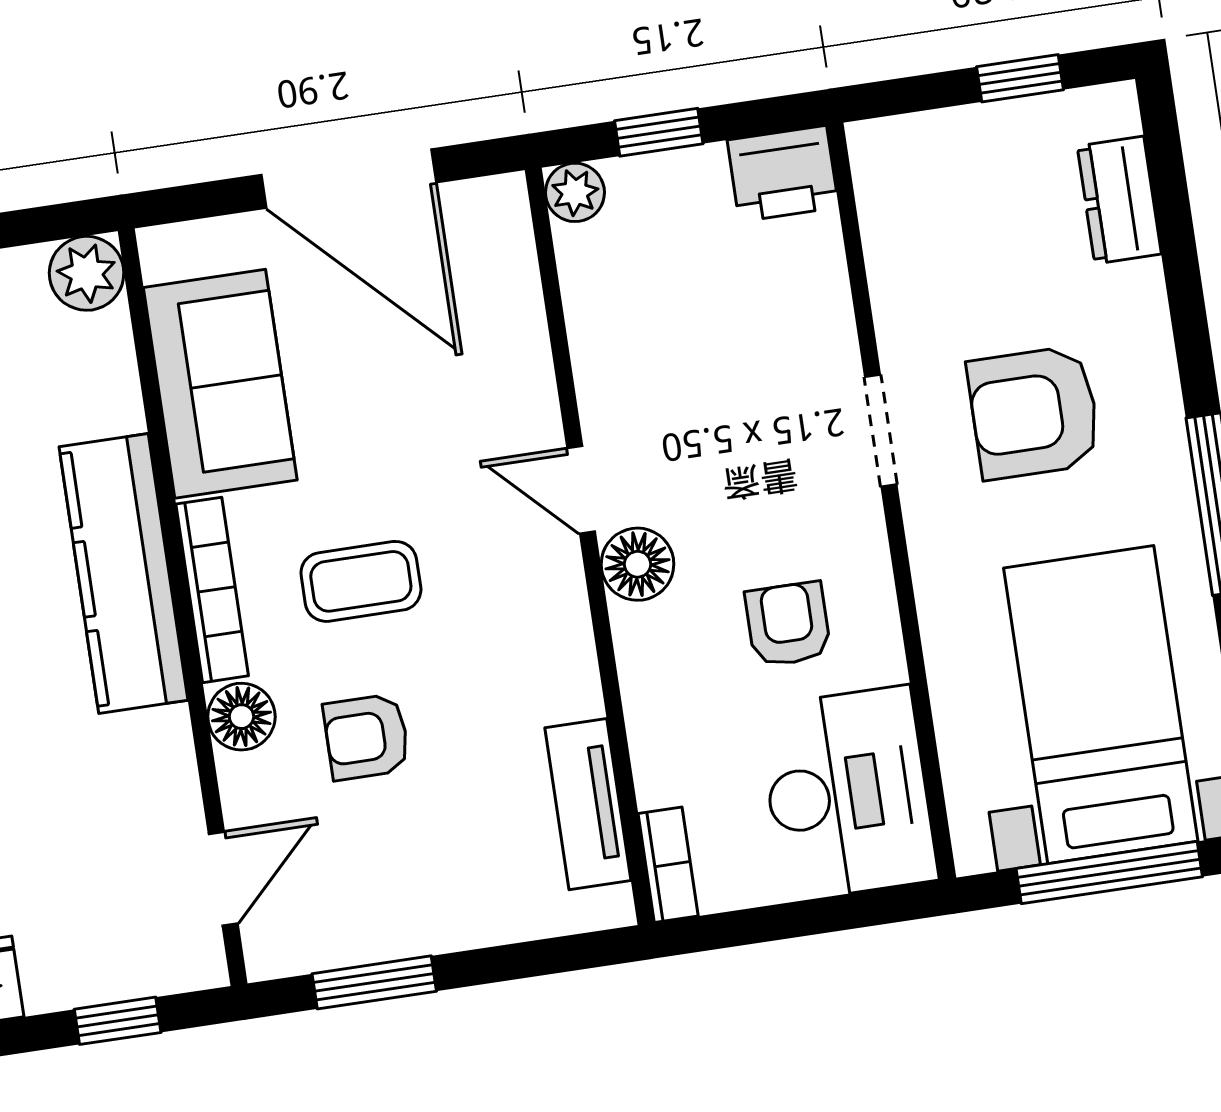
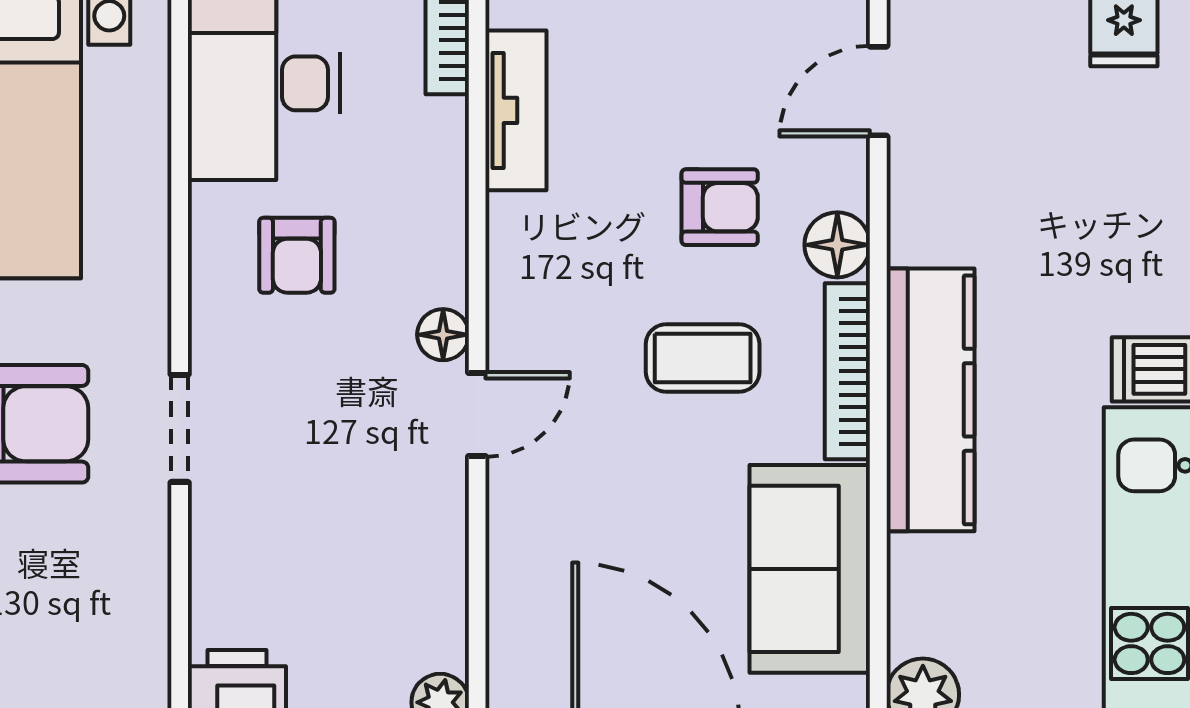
door: (581, 490) -> (477, 414), hinge flipped
floor lamp: (638, 564) -> (443, 335), width x0.73, depth x0.73

